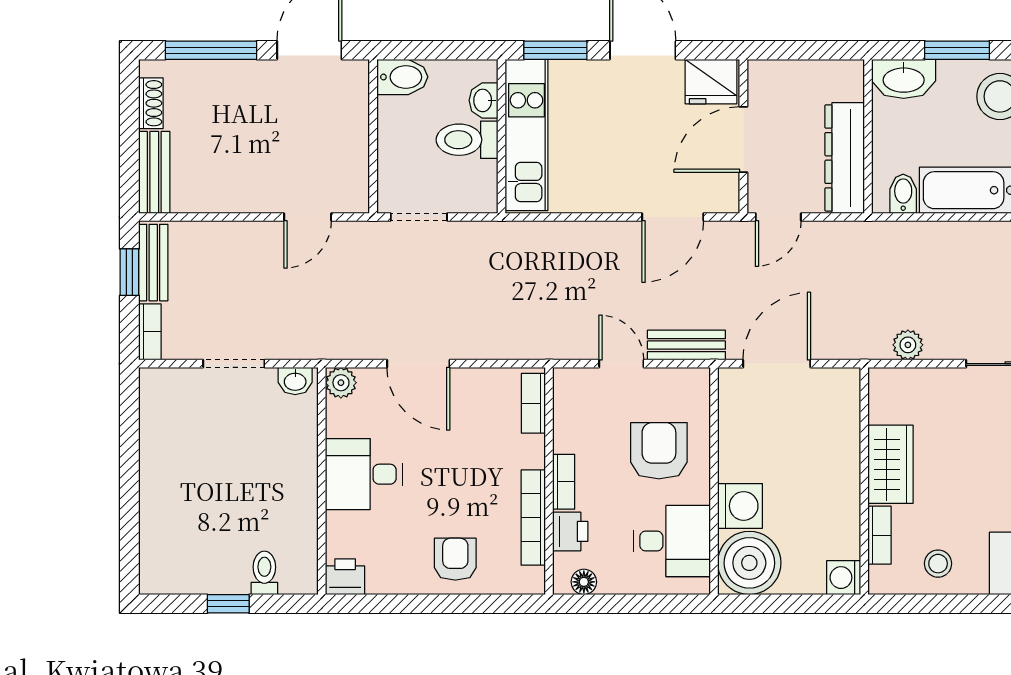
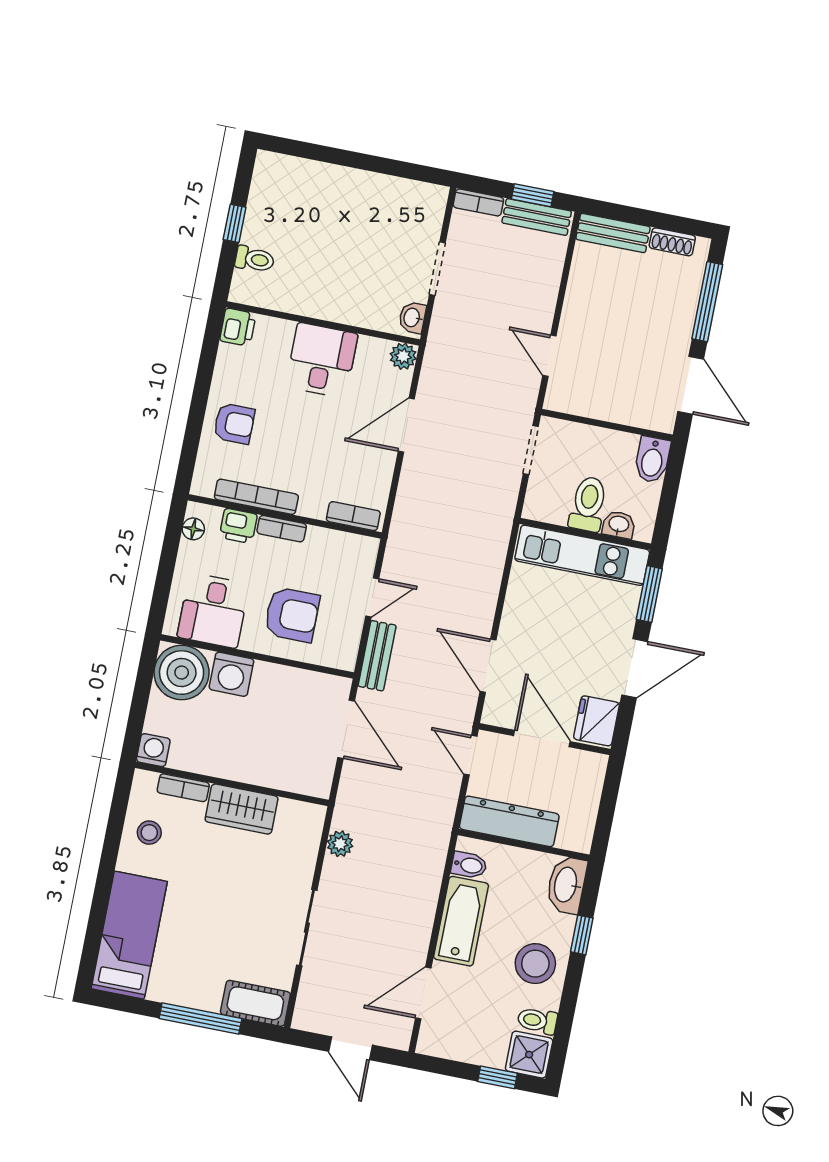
window: (957, 50) -> (582, 935), width x0.67

